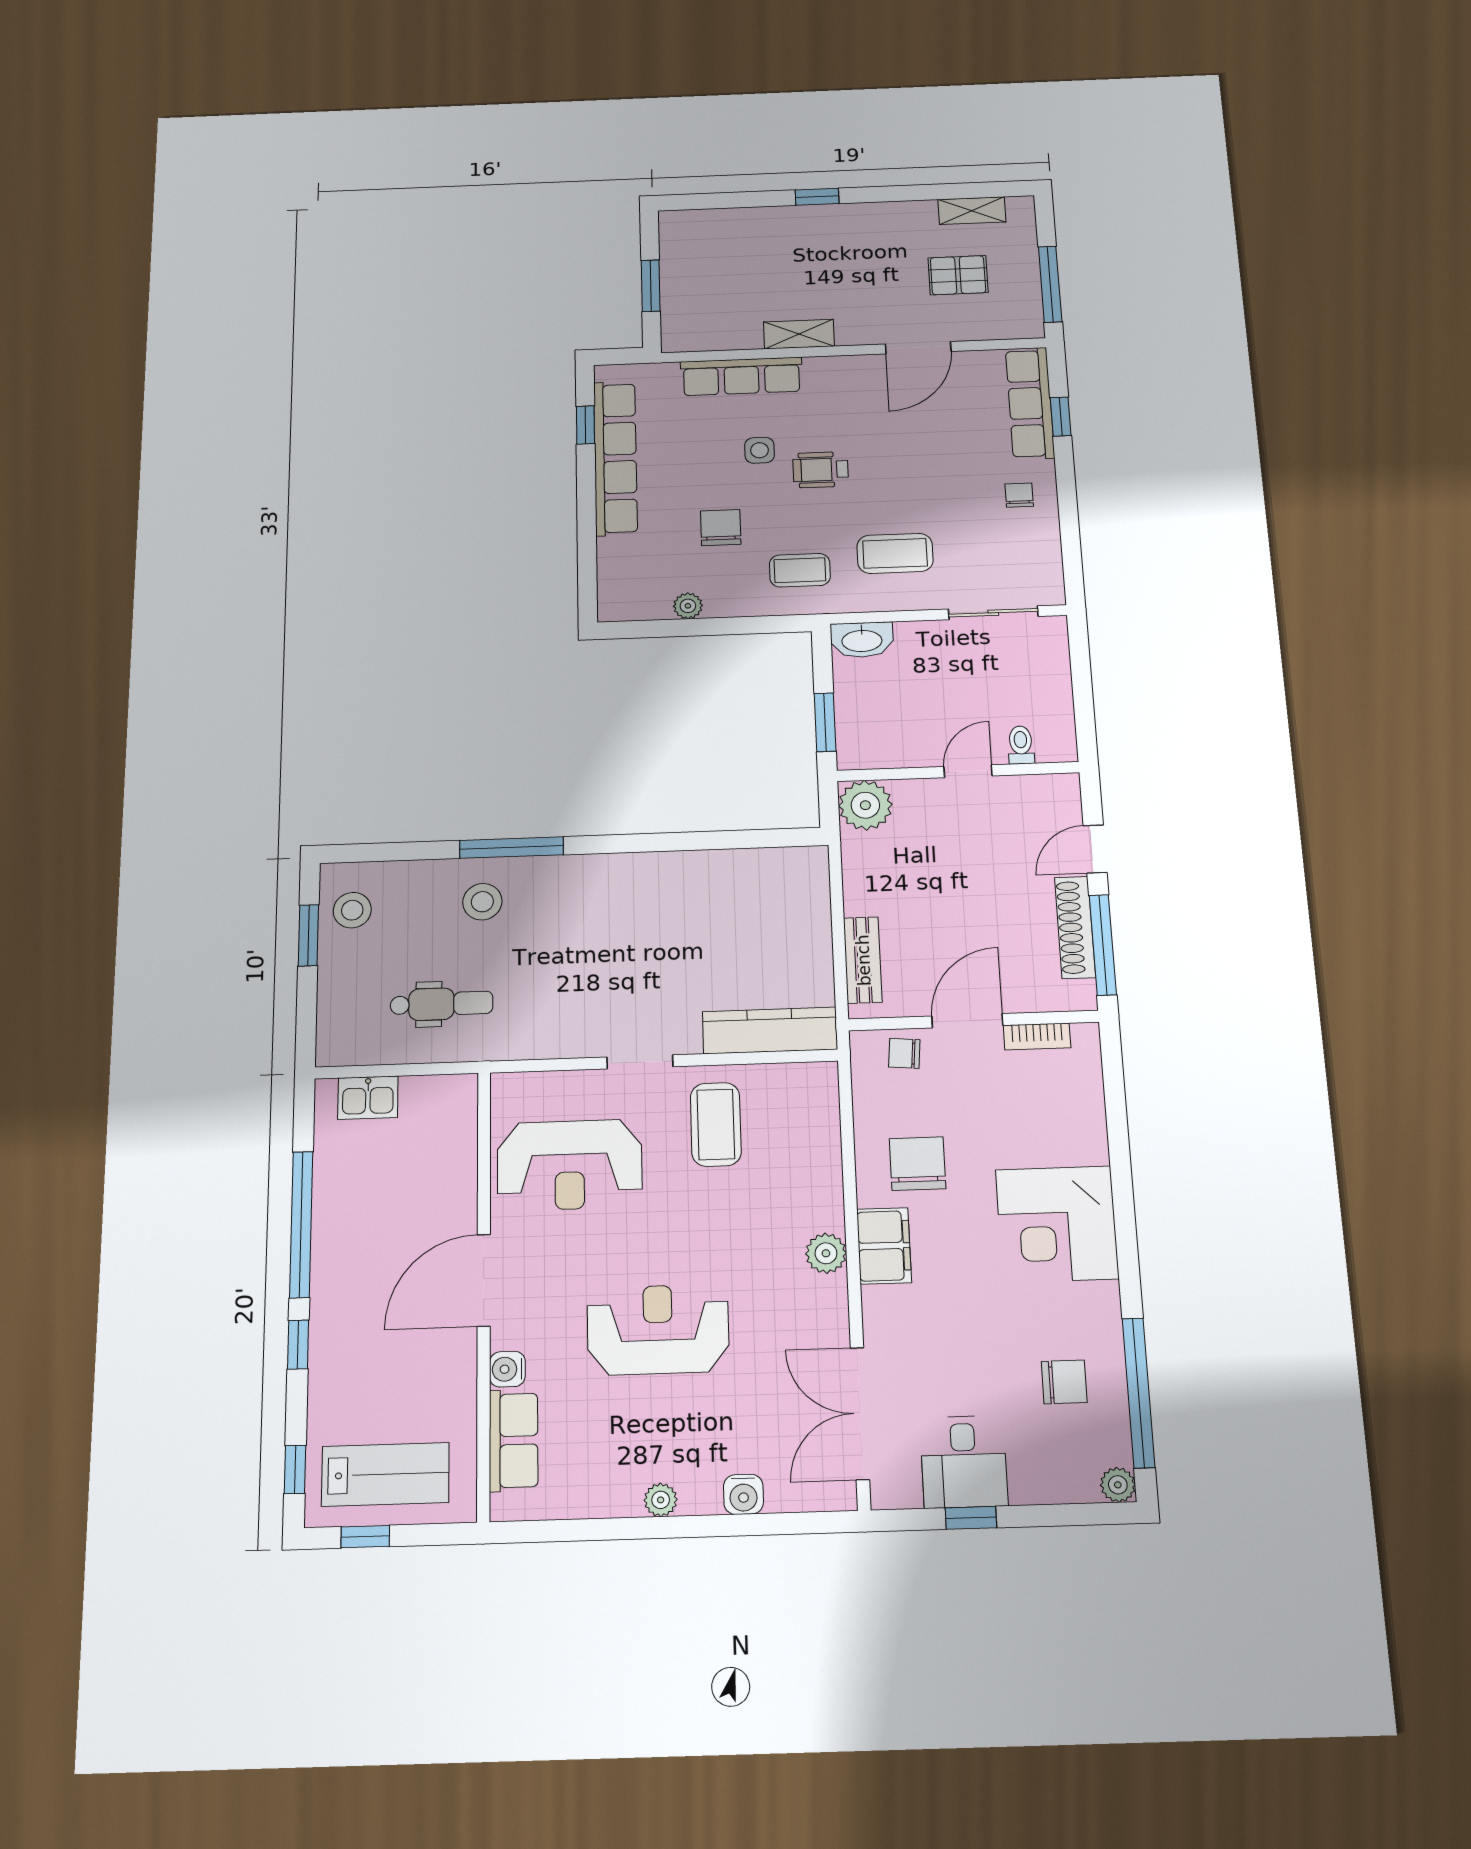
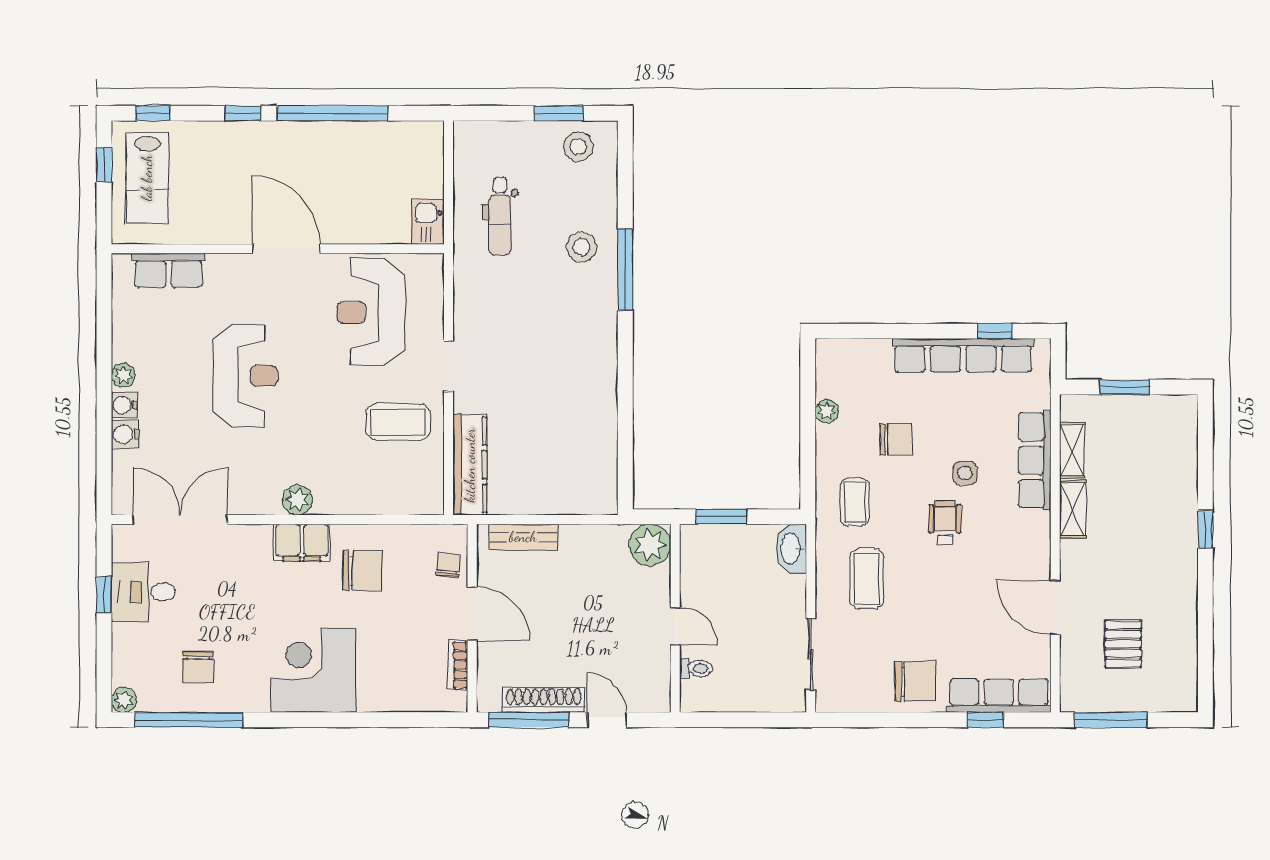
shelving: (972, 211) -> (1072, 450), moved
chair: (1019, 495) -> (915, 681), width x1.87, depth x1.87
kitchen sink: (368, 1098) -> (428, 222), moved
water cooler: (507, 1369) -> (124, 405), moved, turned -90

